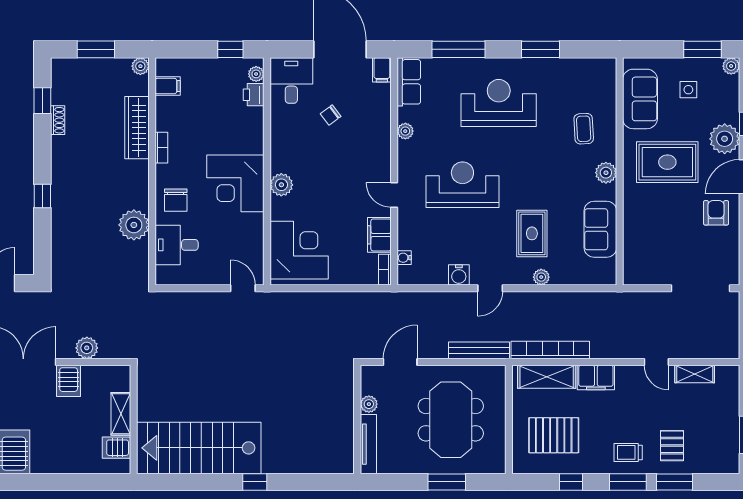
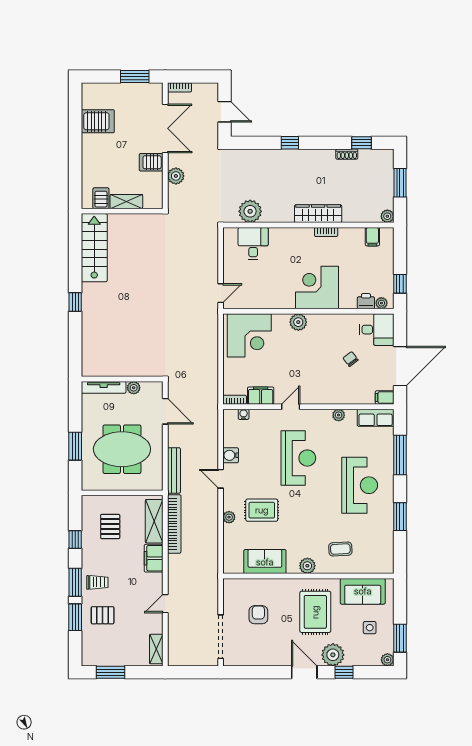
wardrobe: (137, 128) -> (318, 214), moved
corner desk: (235, 183) -> (317, 288), moved
chair: (176, 200) -> (287, 243), removed
armchair: (716, 213) -> (258, 615), moved, turned -90
plant: (134, 225) -> (250, 211), moved
shelving: (695, 374) -> (156, 649), moved
pallet: (554, 435) -> (110, 527), width x0.67, depth x0.71
stairs: (199, 448) -> (94, 248), width x0.73, depth x0.66
trolley: (628, 452) -> (97, 582), turned 90

